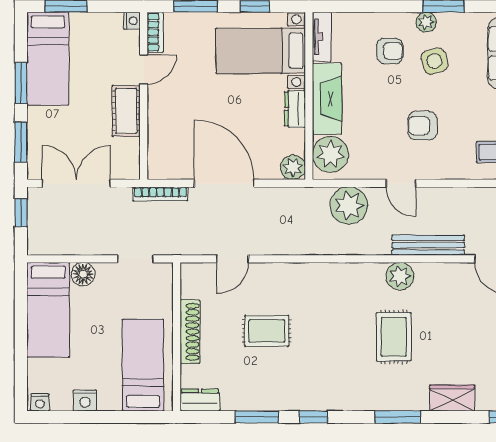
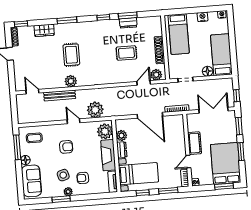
bed: (48, 59) -> (226, 163), width x1.50
plant: (293, 167) -> (122, 136), moved
double door: (76, 183) -> (214, 110), swing flipped
plant: (202, 275) -> (156, 75), added
dresser: (200, 400) -> (128, 23), moved

